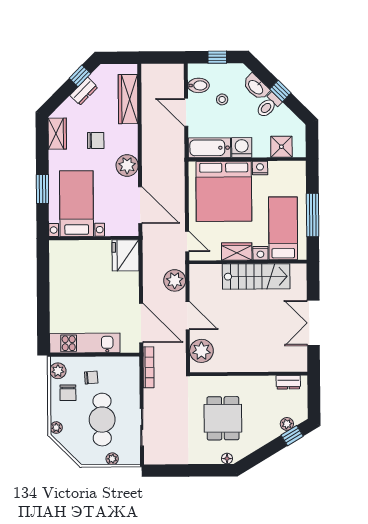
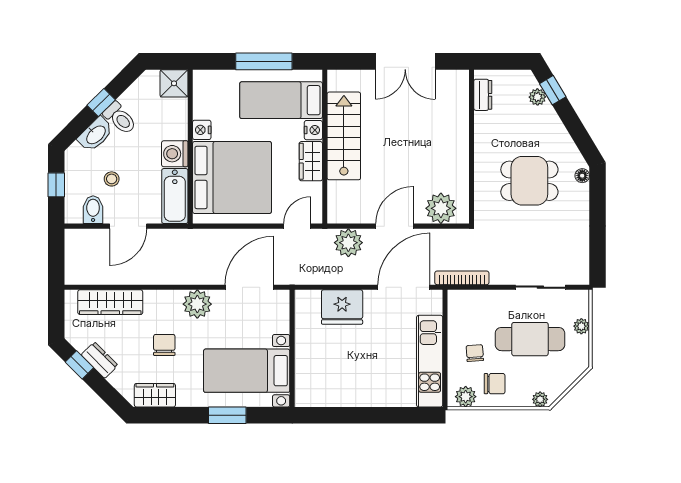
shower: (281, 147) -> (174, 83), moved
fridge: (125, 255) -> (342, 307), moved

